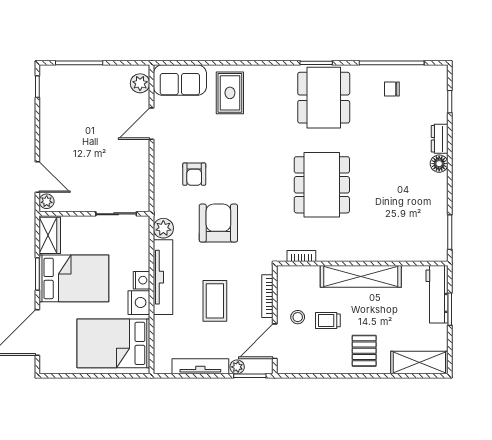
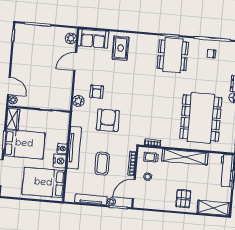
dining table: (322, 185) -> (201, 118), moved, width x1.36, depth x1.24
plant: (163, 228) -> (79, 101), moved
trolley: (328, 320) -> (151, 157), moved

